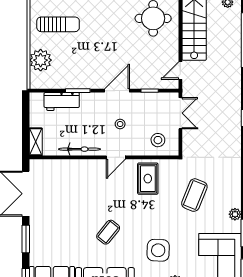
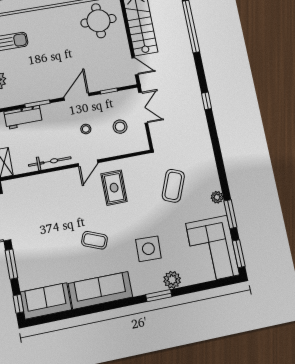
door: (180, 71) -> (135, 66), swing flipped
stool: (158, 140) -> (120, 127), moved
rug: (148, 179) -> (114, 188), moved
coffee table: (108, 232) -> (94, 240), turned 73

